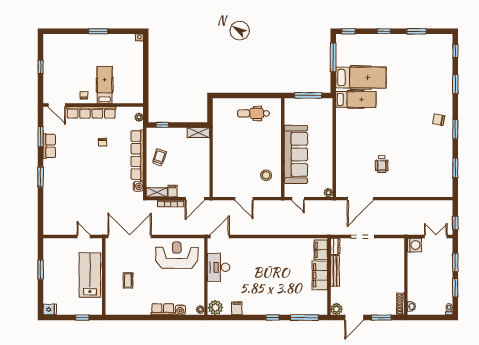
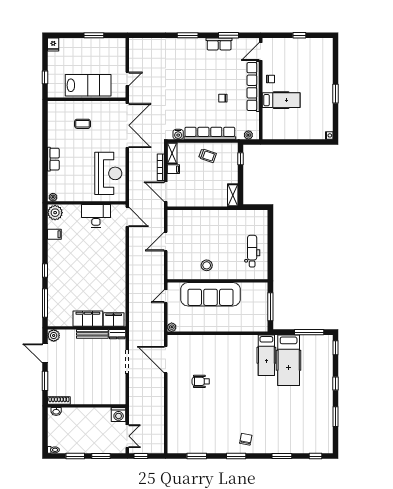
stool: (266, 175) -> (207, 265), moved
water cooler: (180, 310) -> (53, 177), removed

